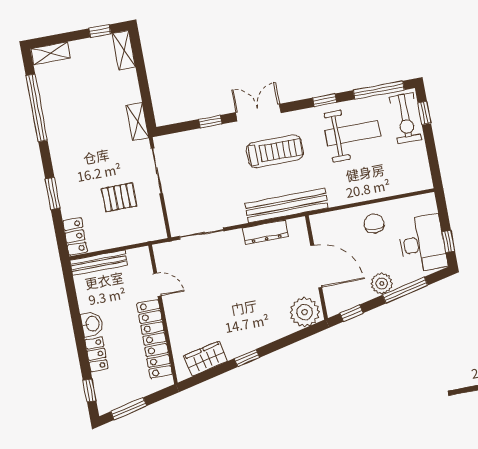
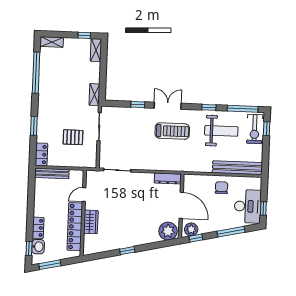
bench: (287, 206) -> (237, 168), moved
dresser: (265, 232) -> (168, 179), moved
plant: (382, 283) -> (191, 229), moved
door: (157, 285) -> (84, 195), swing flipped
washbasin: (92, 324) -> (38, 247), moved
wardrobe: (206, 359) -> (91, 222), moved, turned 103

